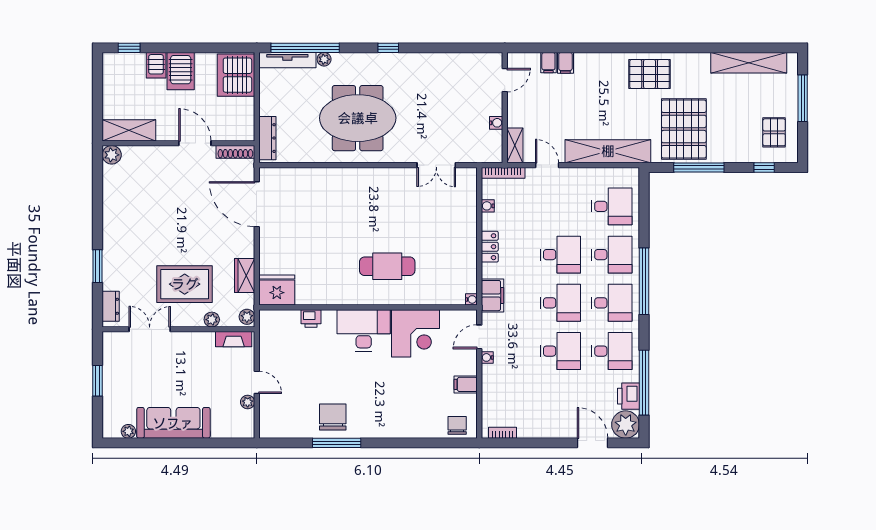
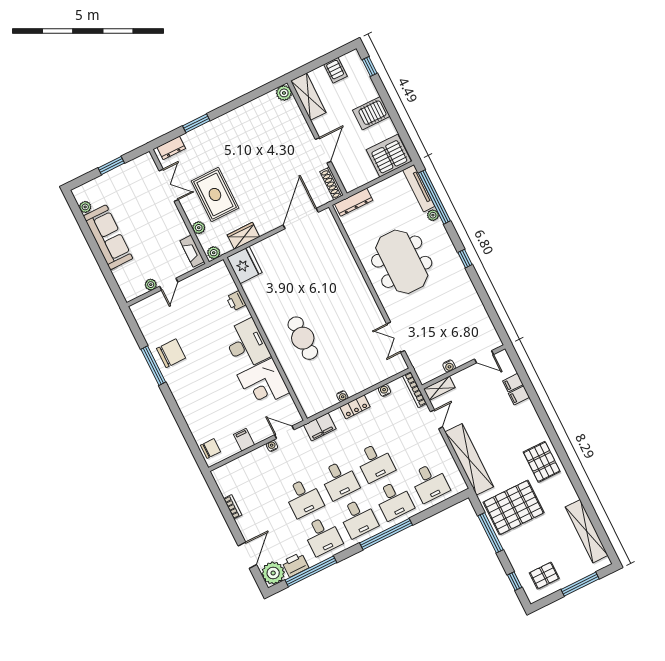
server rack: (156, 65) -> (335, 70), moved, turned -90
water cooler: (471, 299) -> (342, 396), moved
bookcase: (503, 433) -> (233, 507), moved

